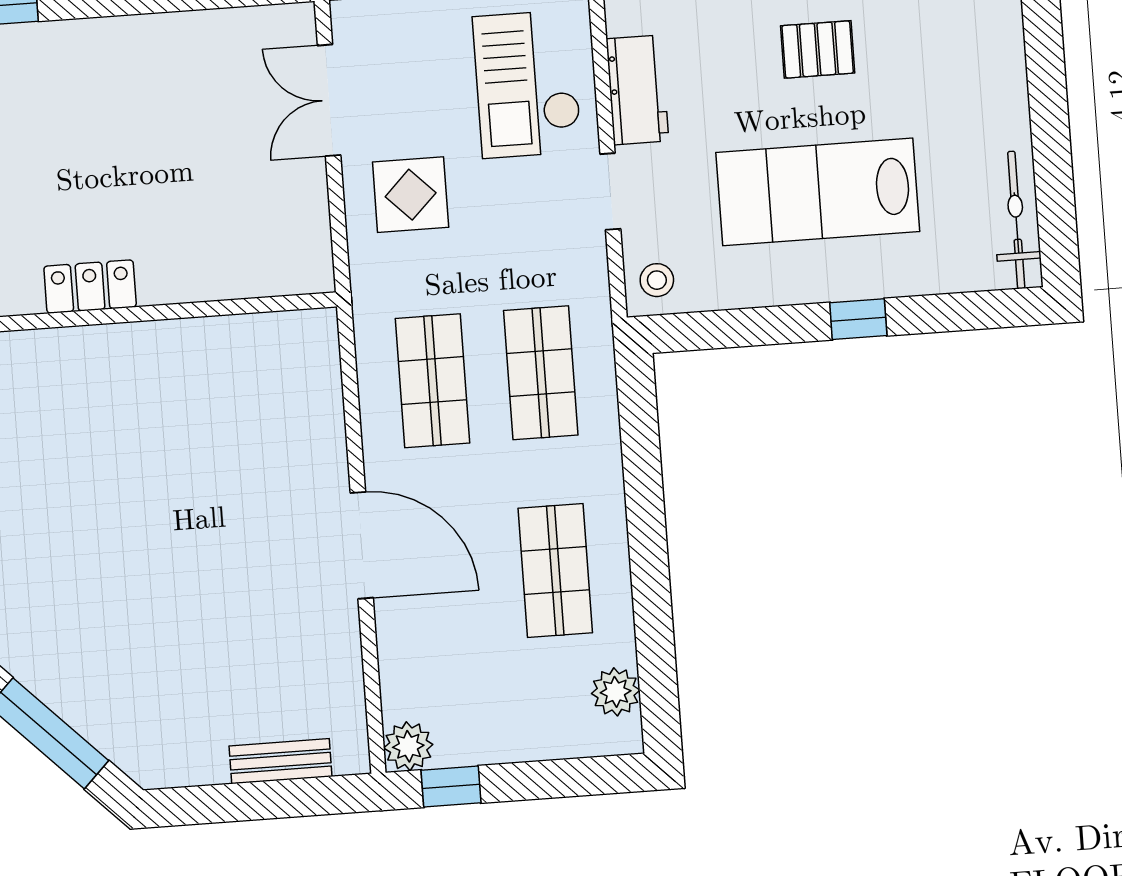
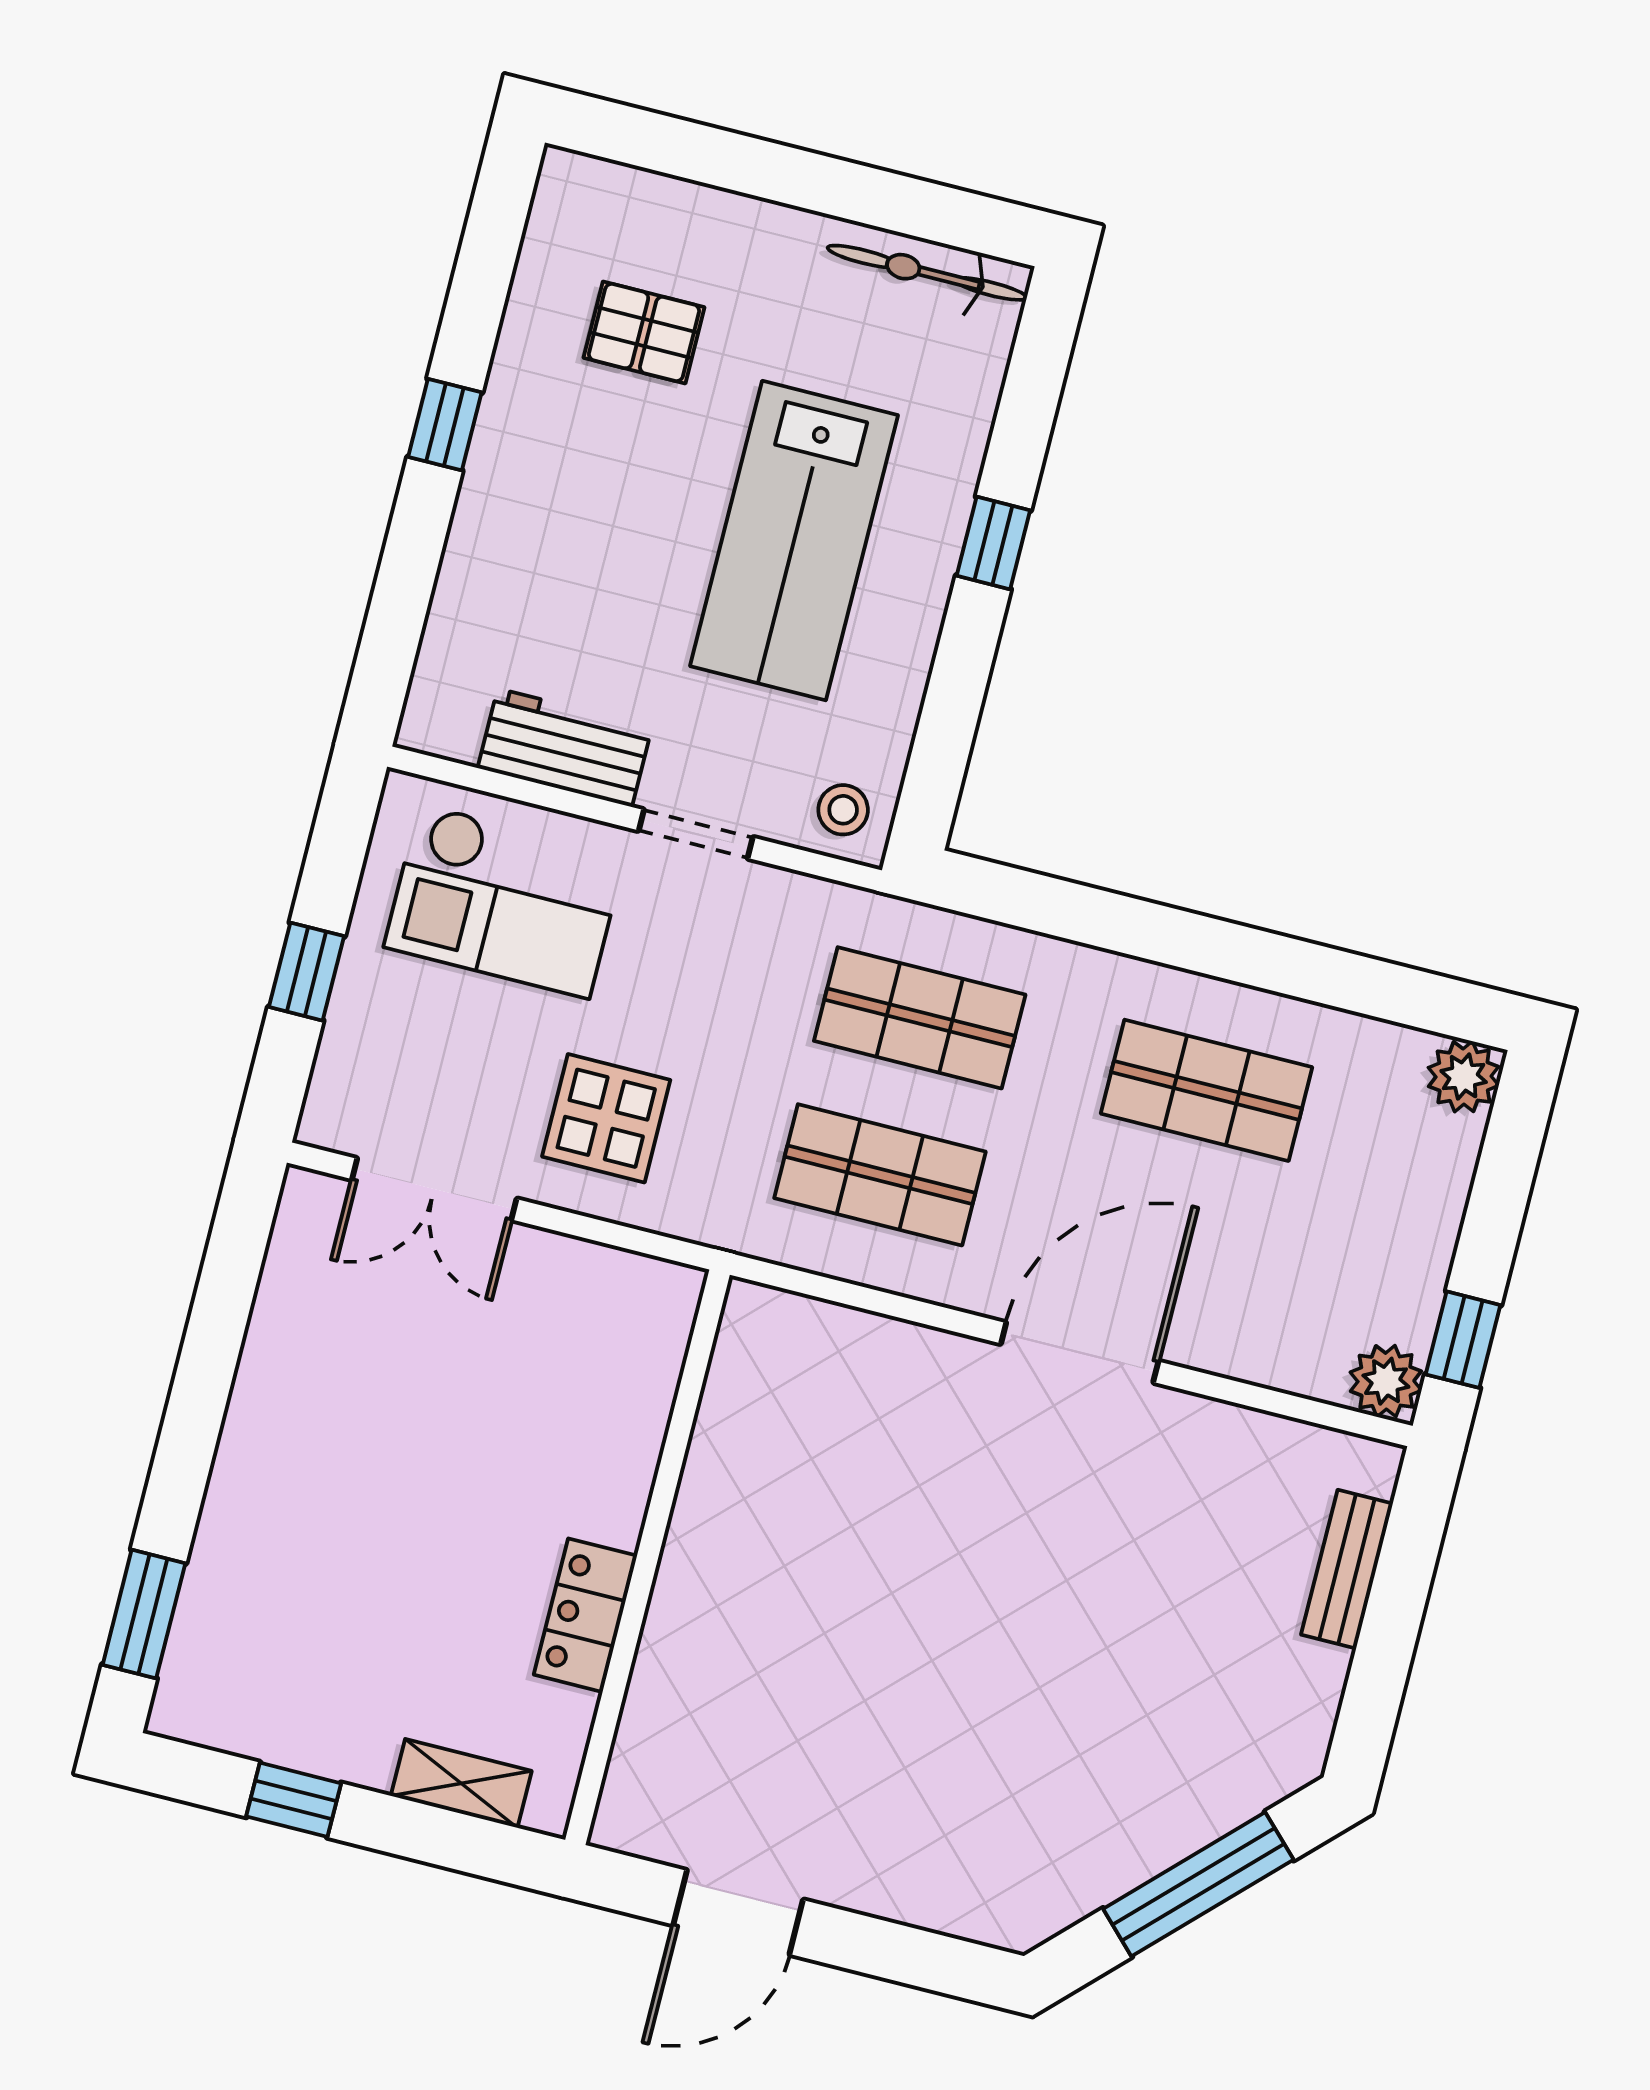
pallet: (818, 49) -> (644, 333), moved, turned 90
plant: (616, 692) -> (1464, 1077), moved

